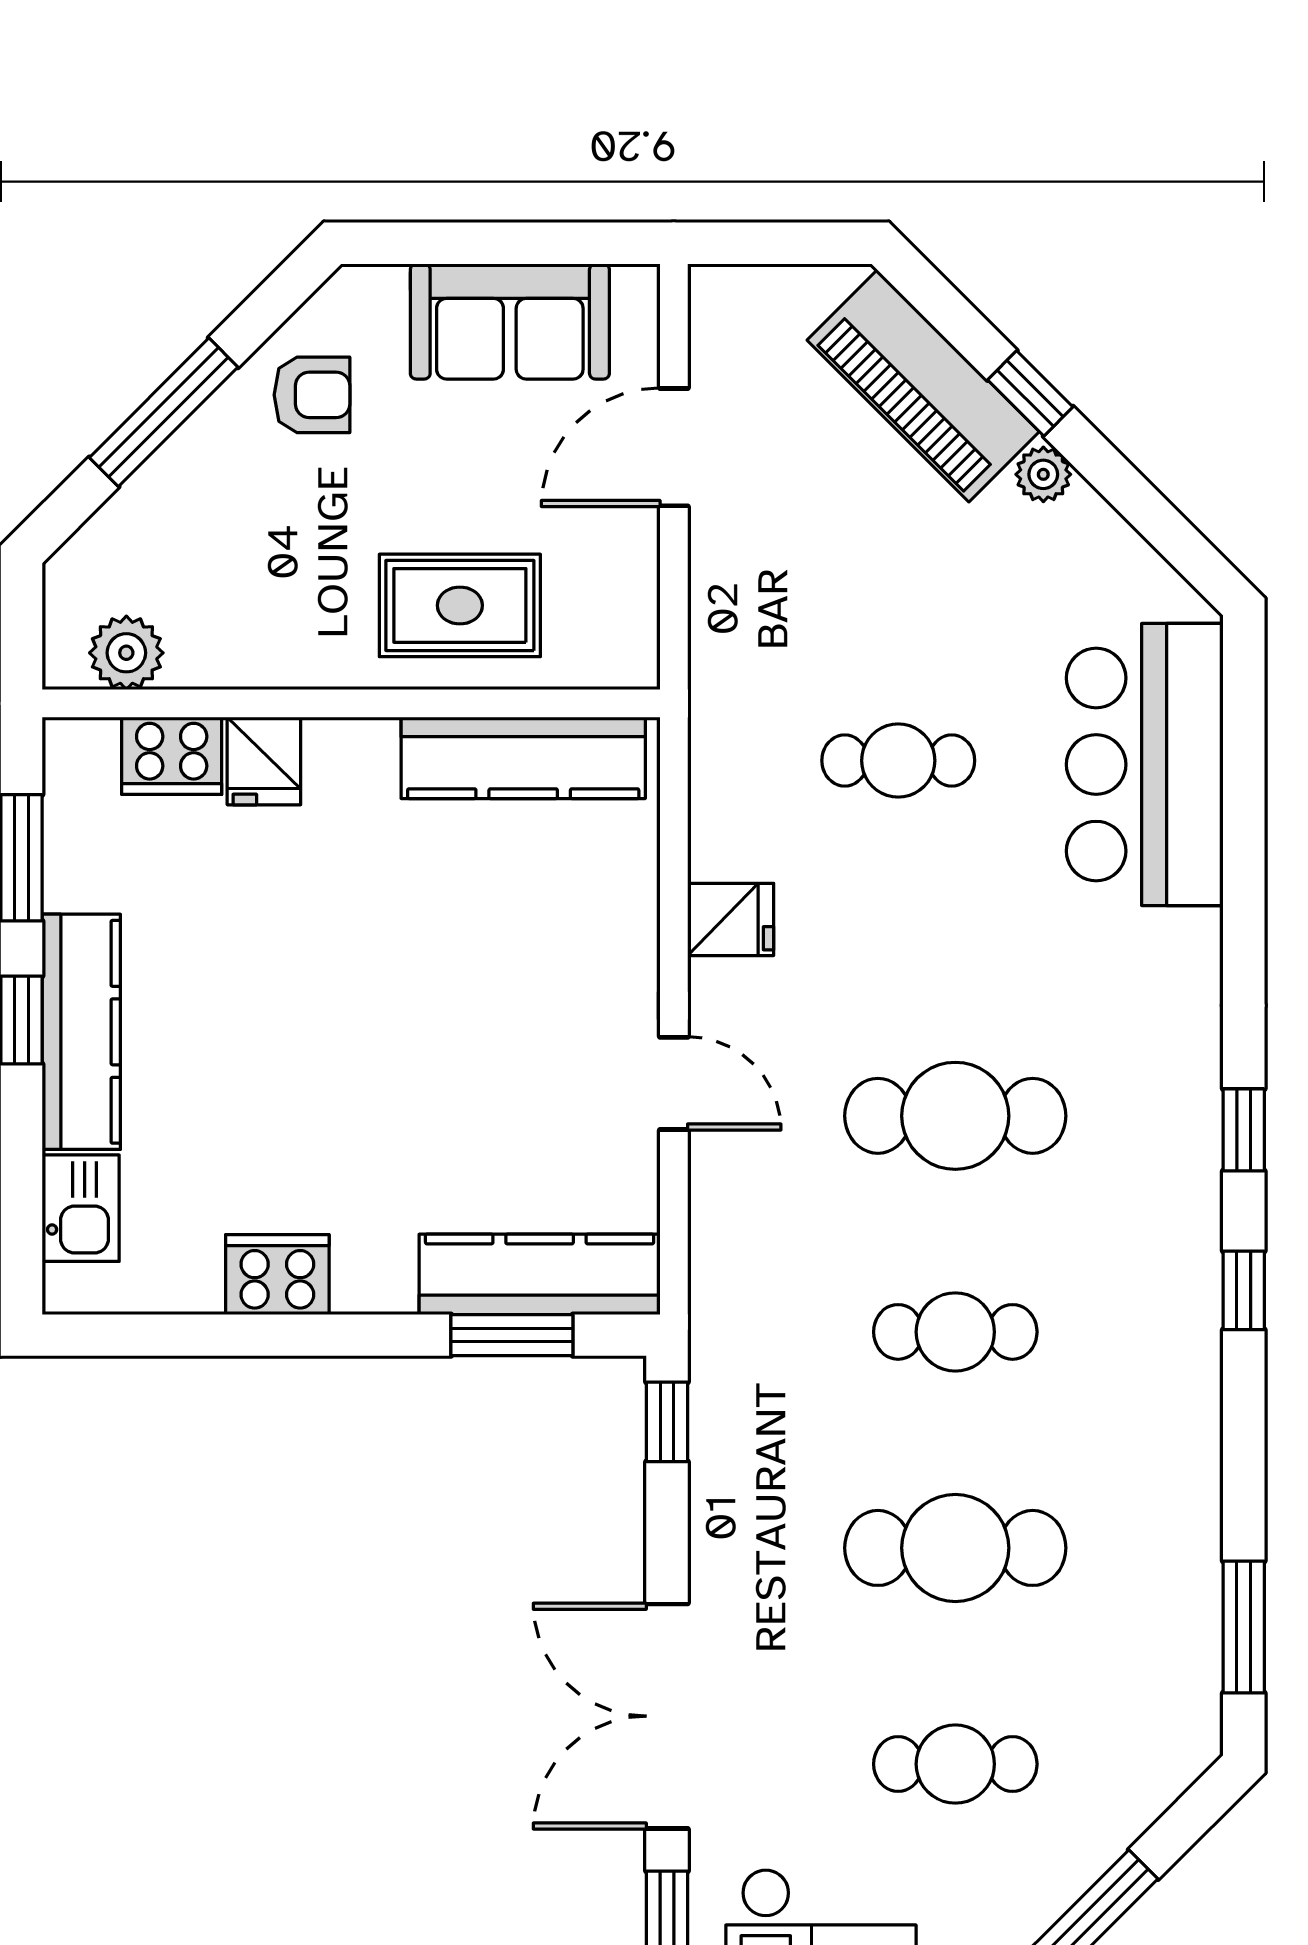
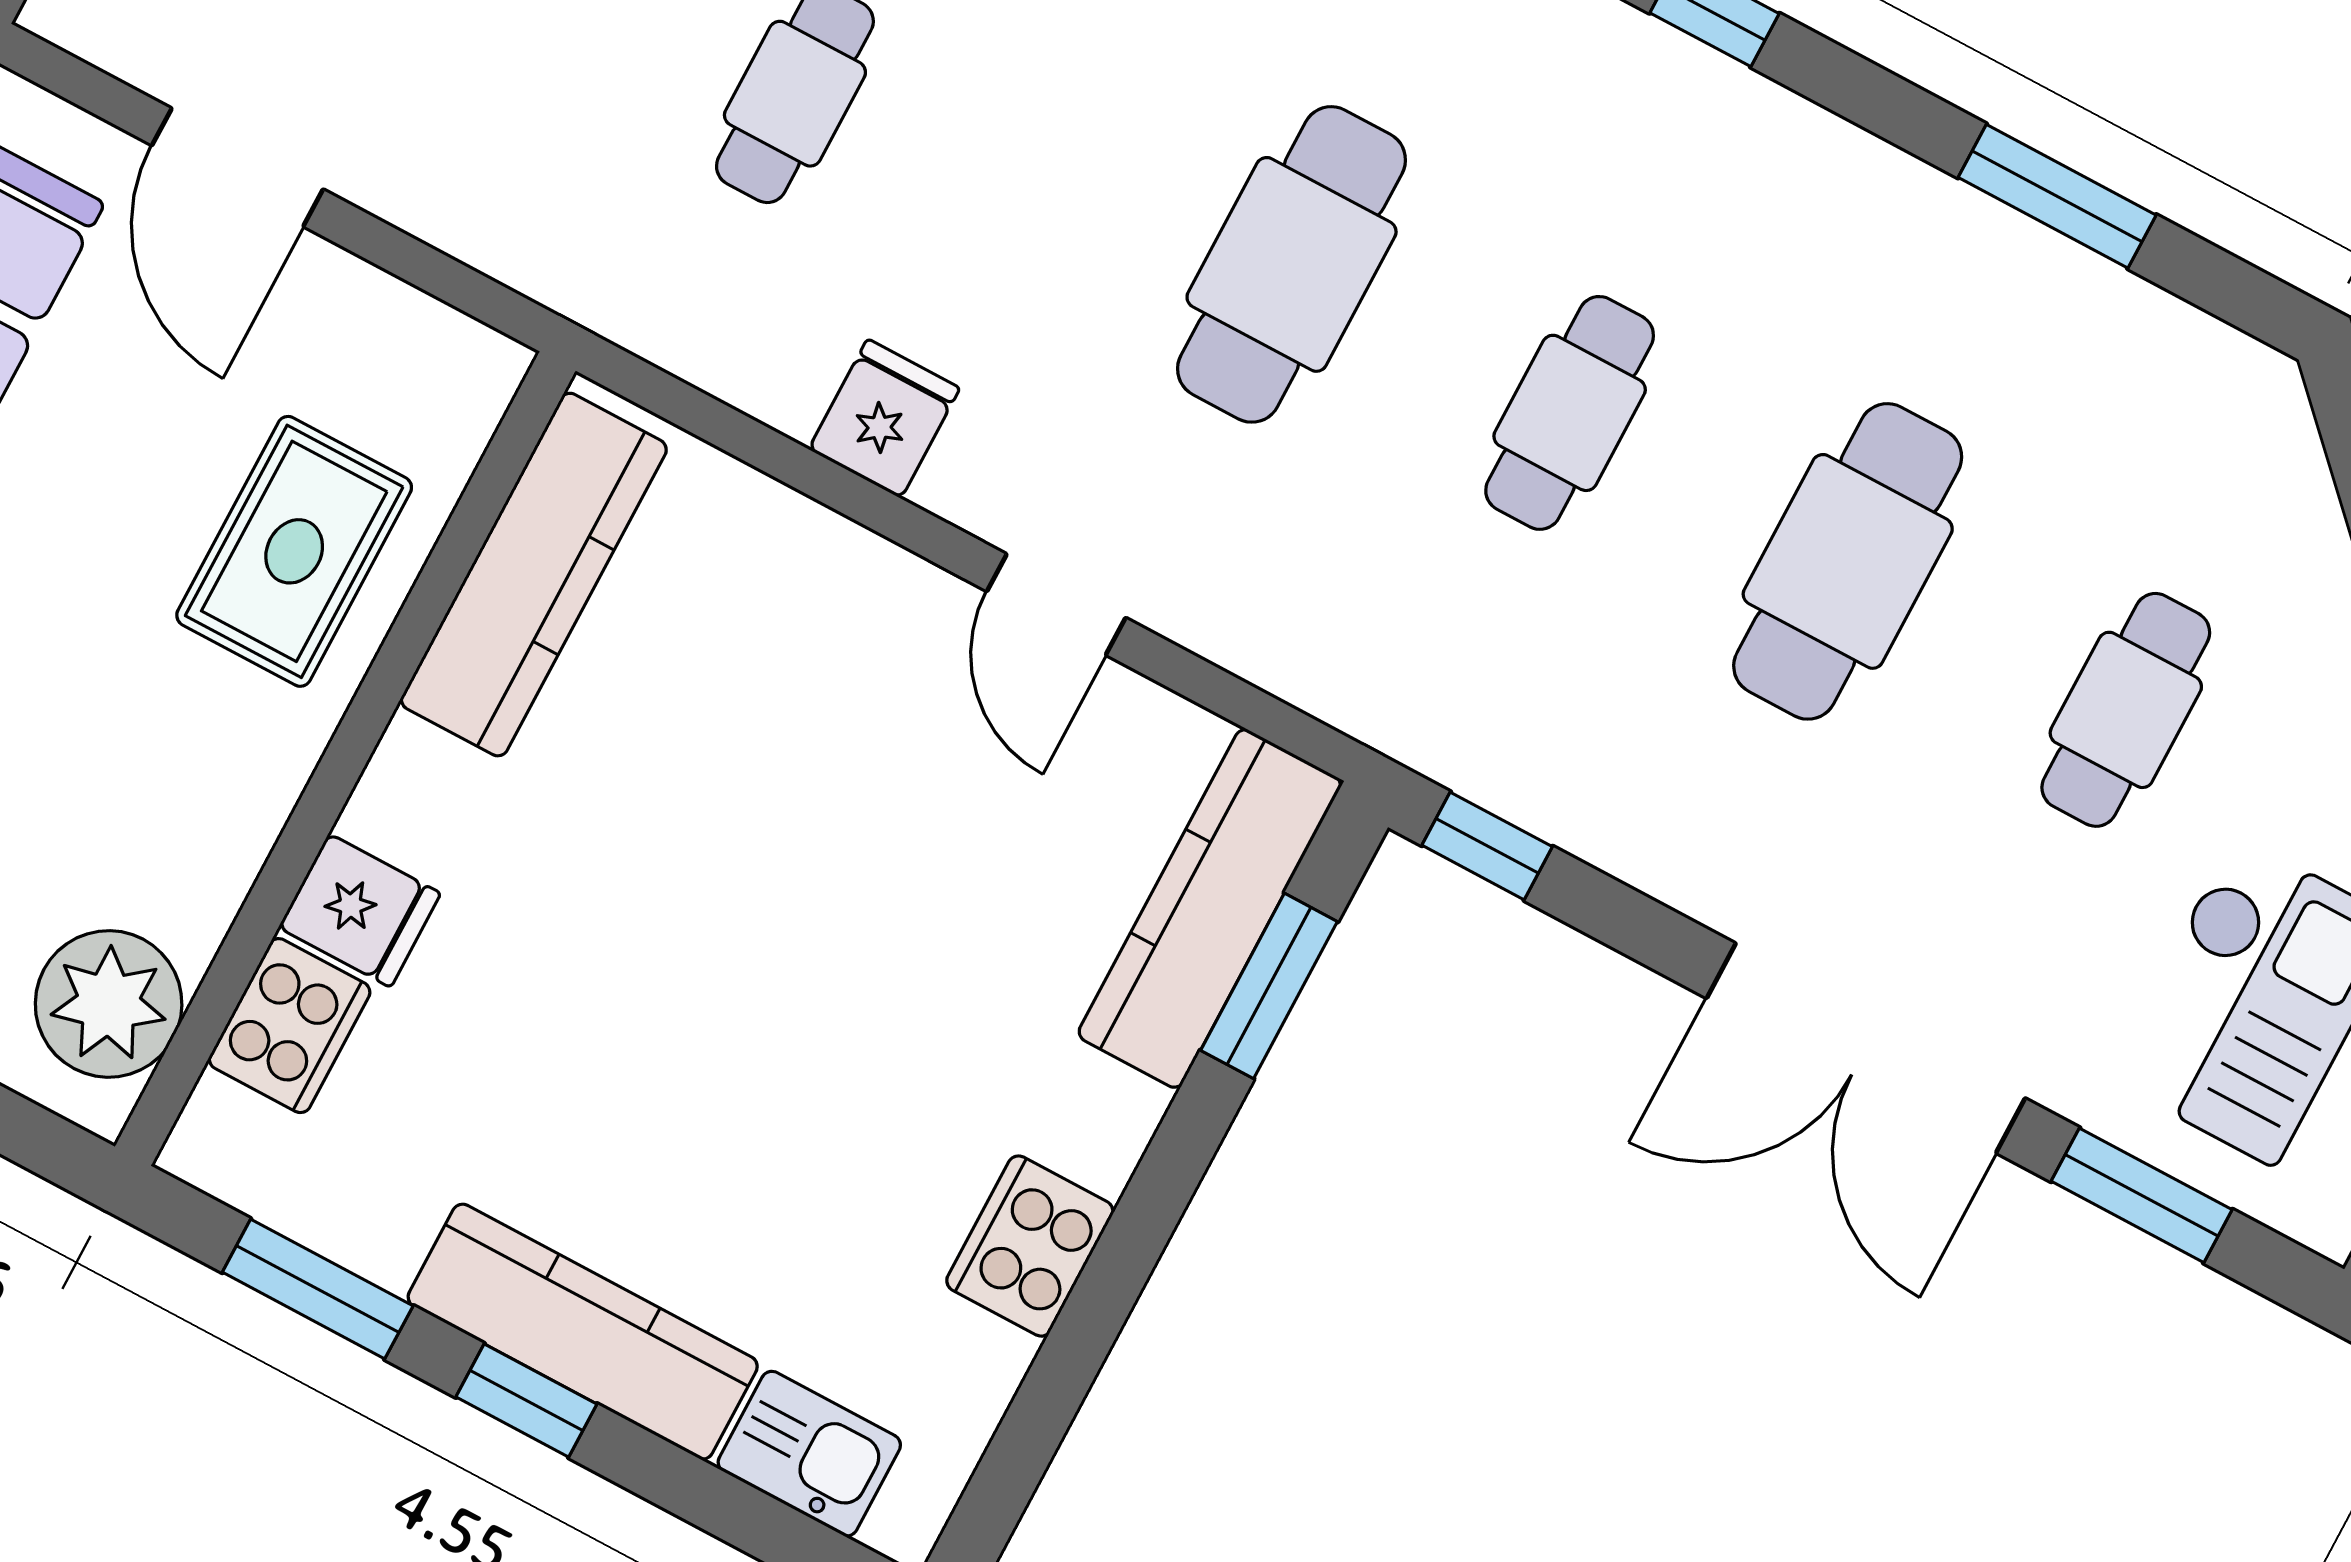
plant: (126, 653) -> (109, 1004), width x1.36, depth x1.36
door: (674, 1083) -> (1056, 604), swing flipped
window: (1244, 1627) -> (2057, 196), moved

